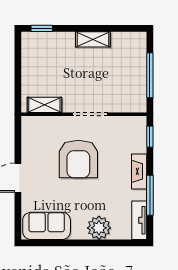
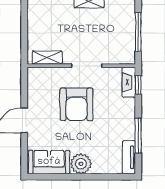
fireplace: (139, 171) -> (129, 82), moved
plant: (99, 228) -> (81, 164), moved

